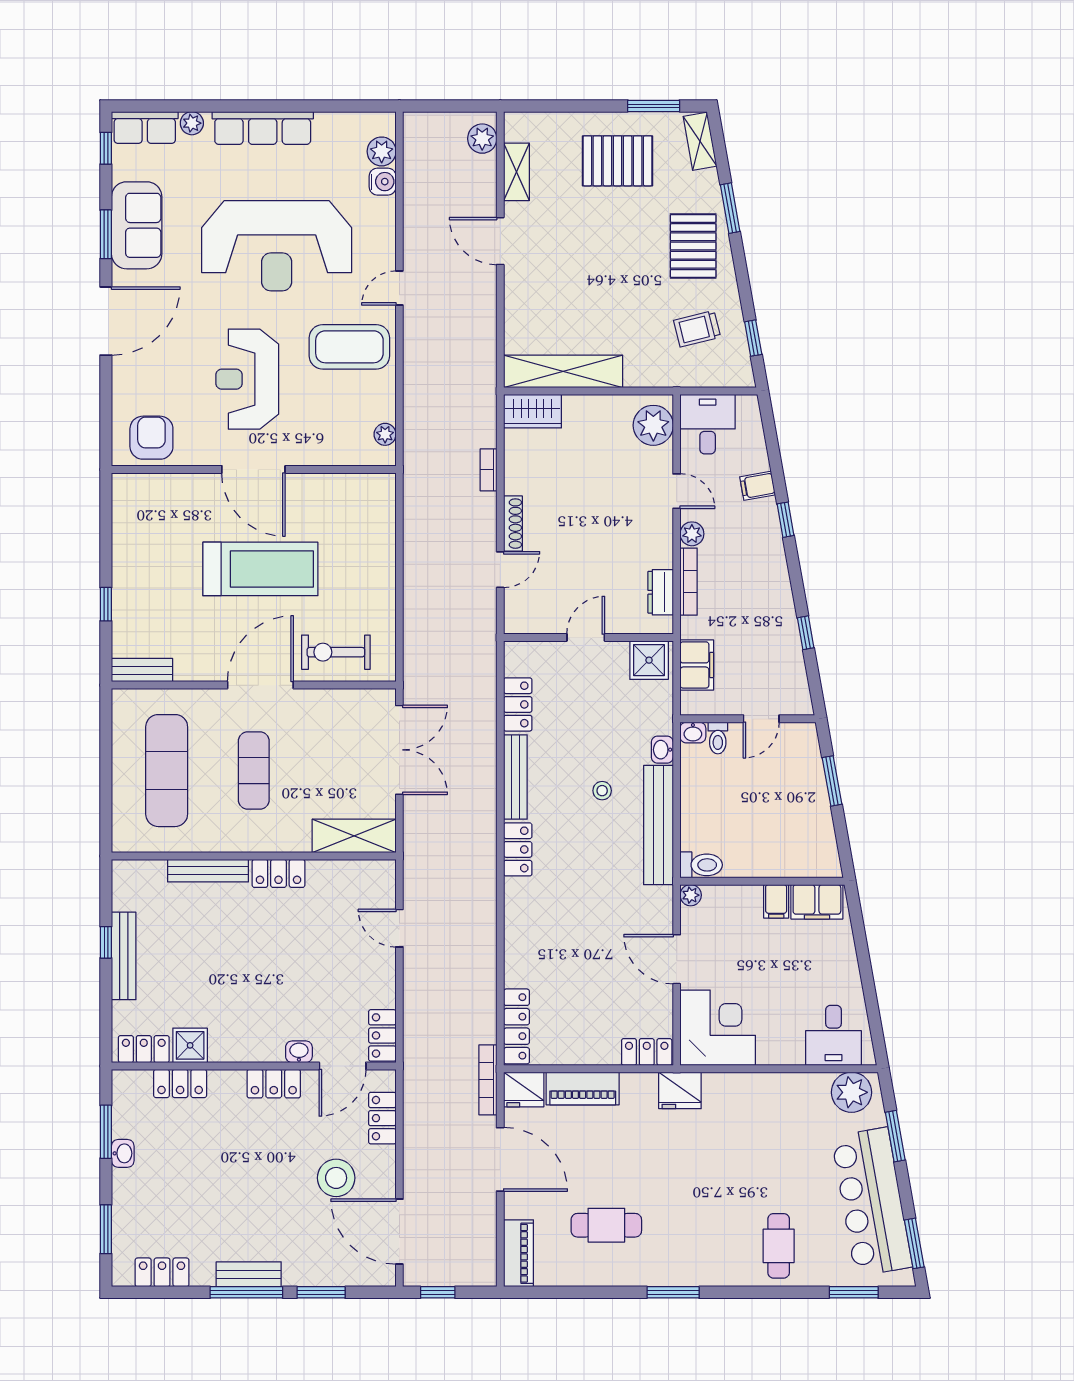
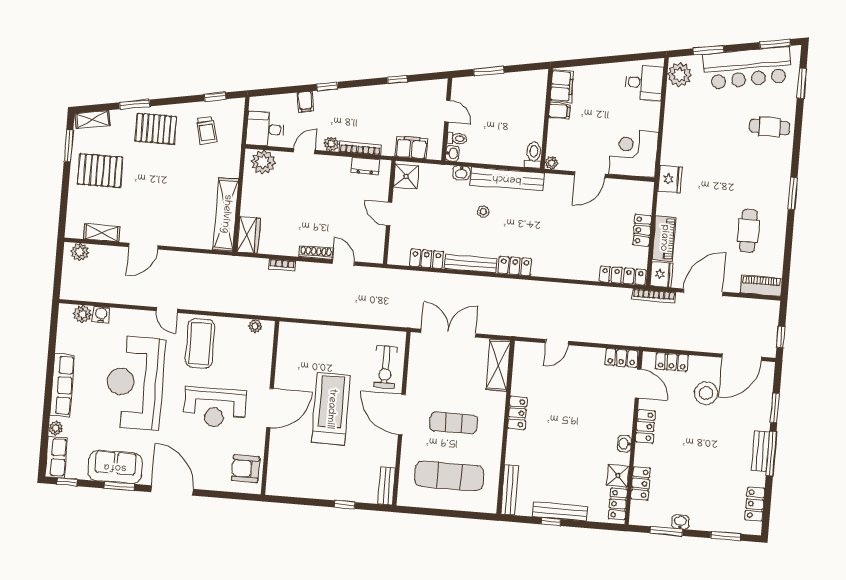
pallet: (618, 161) -> (100, 171), turned 90
reception desk: (277, 246) -> (135, 383), turned 180
bench: (208, 871) -> (509, 490), moved
washbasin: (299, 1052) -> (624, 444), moved
locker: (647, 1052) -> (642, 230), moved

